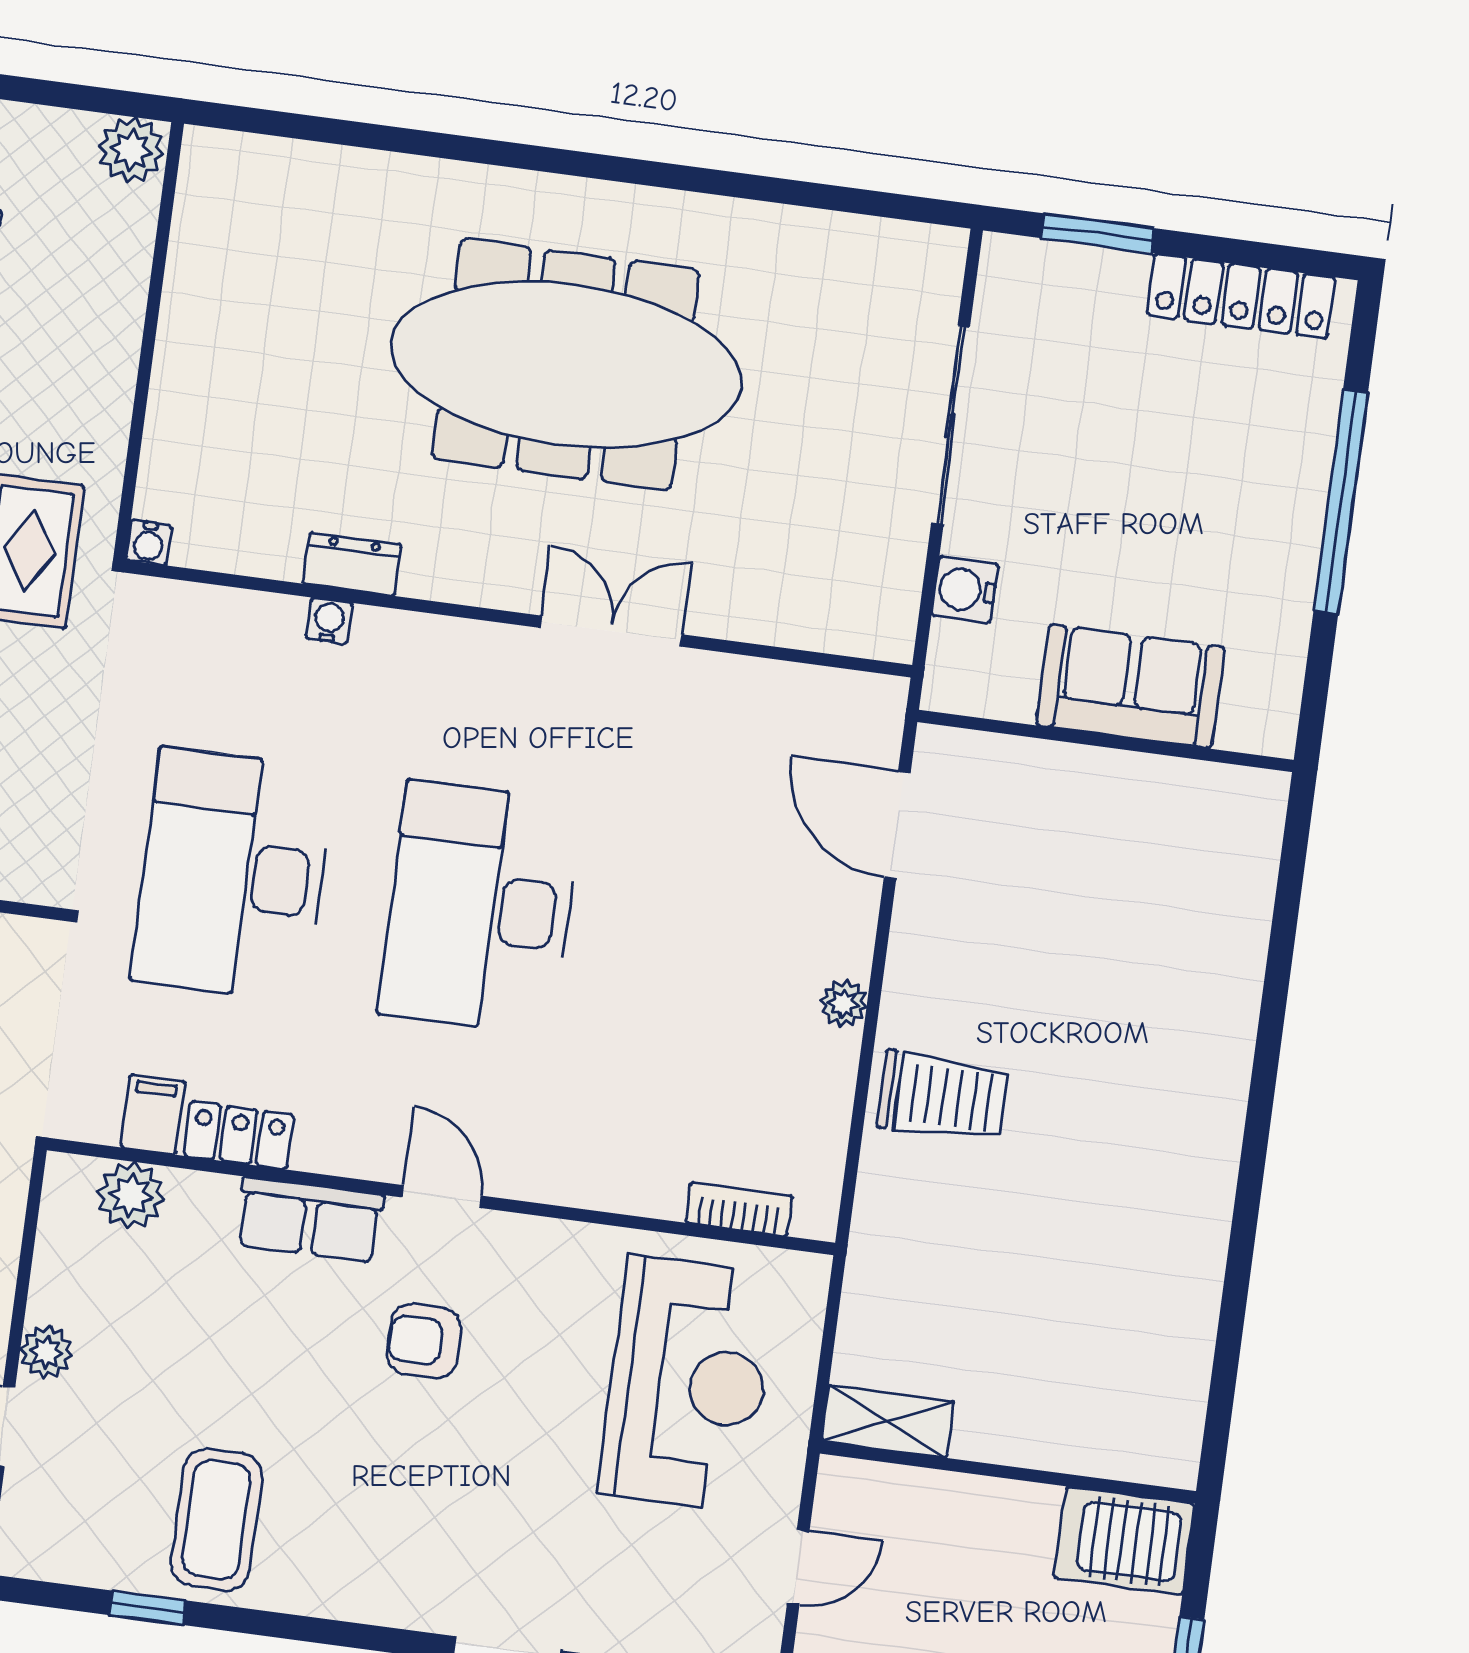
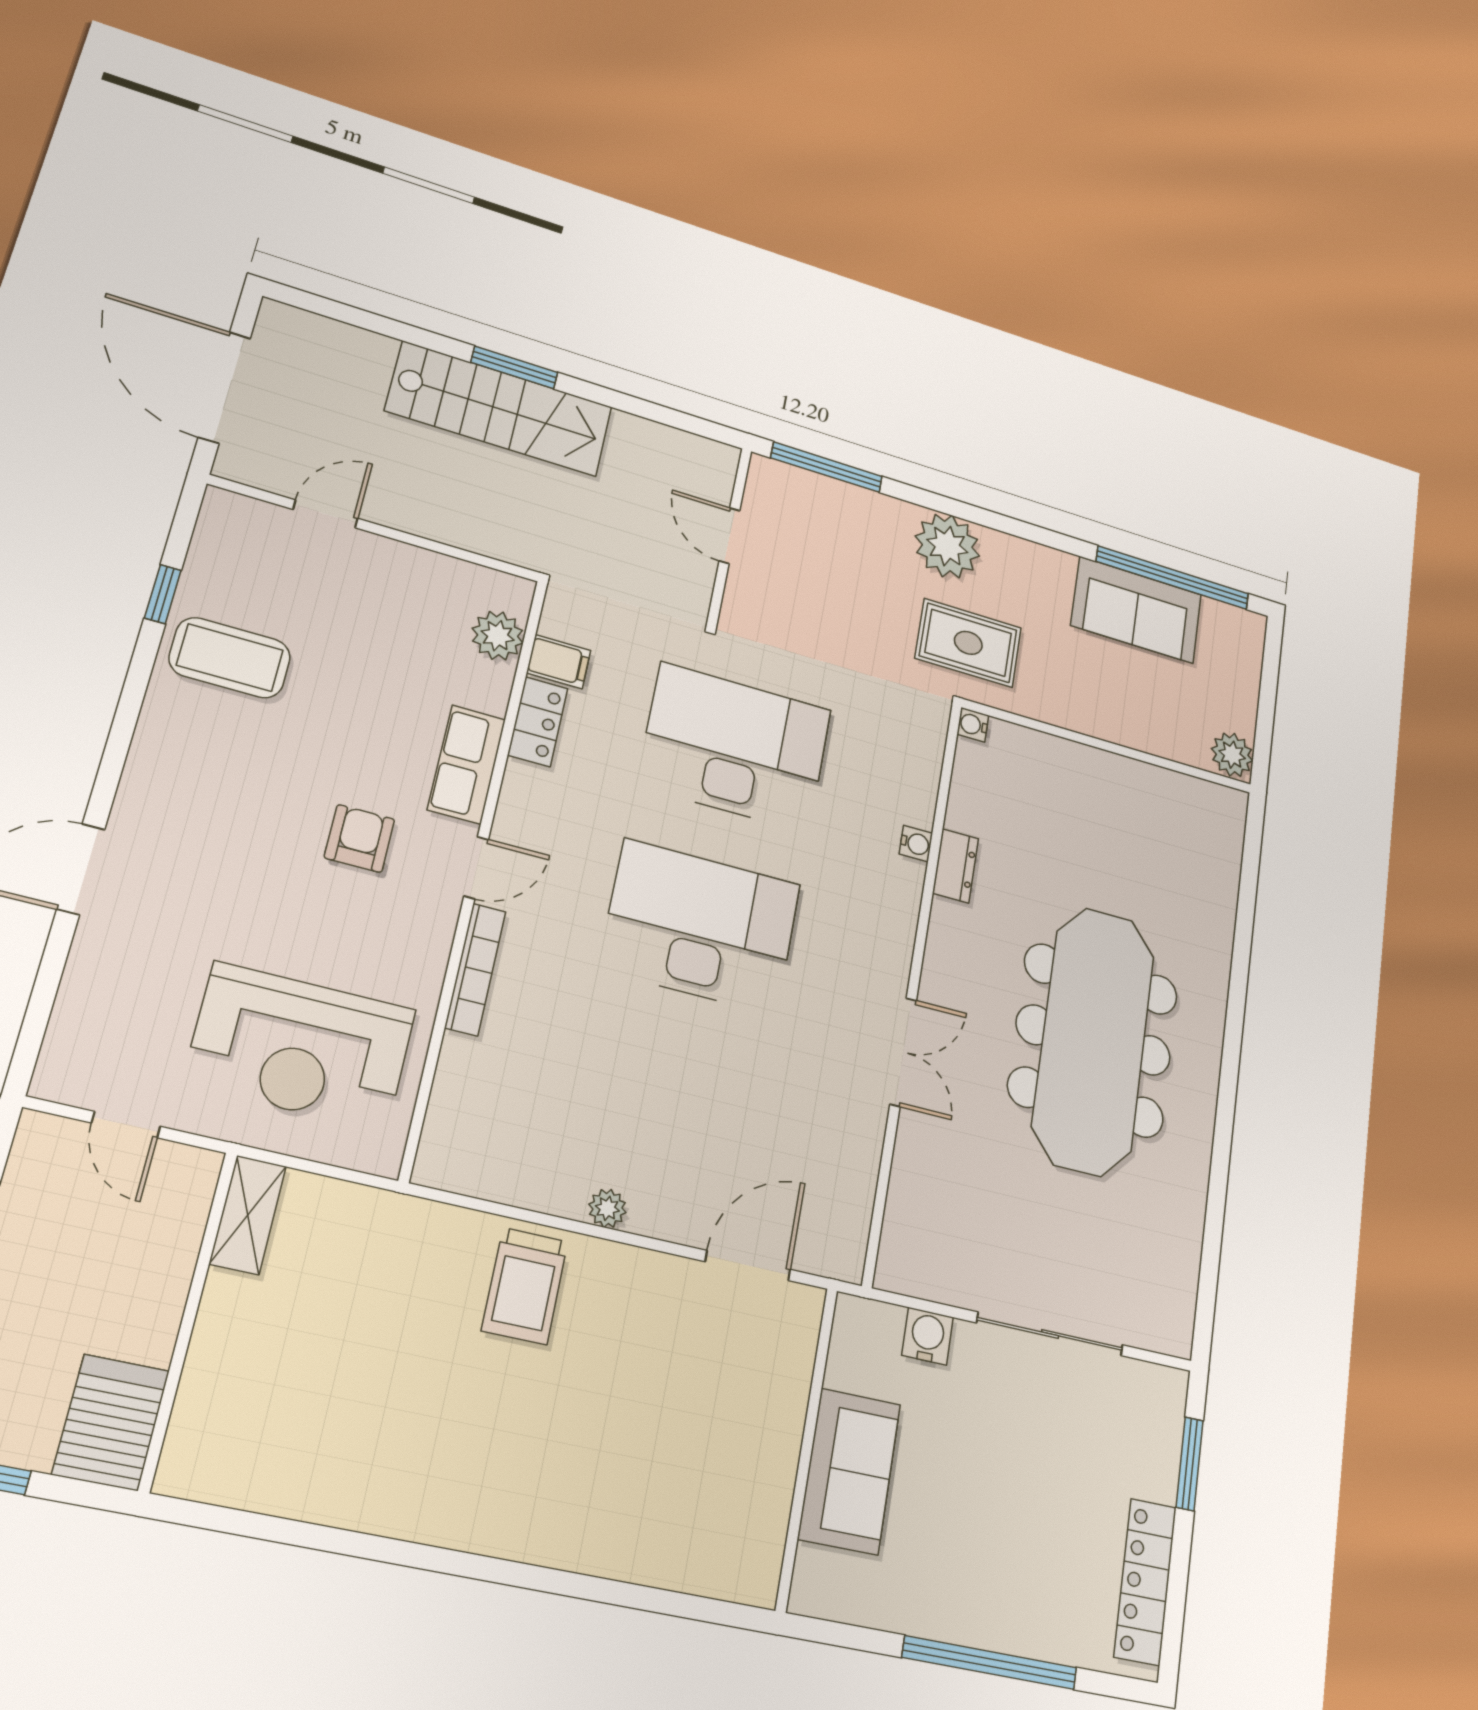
bookcase: (739, 1209) -> (475, 969), moved, width x1.56
plant: (46, 1352) -> (381, 554), removed

